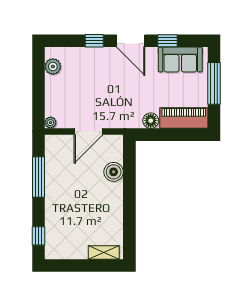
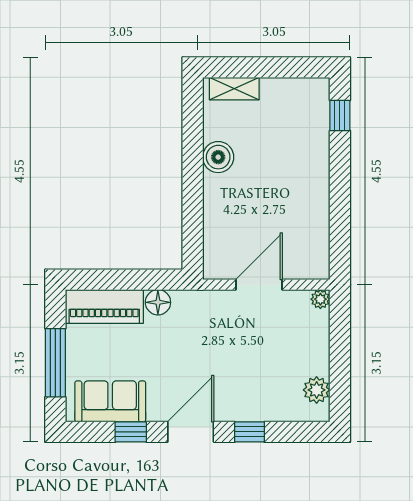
door: (131, 41) -> (191, 432), hinge flipped
boiler: (114, 172) -> (218, 157), moved
window: (38, 177) -> (340, 211), removed

